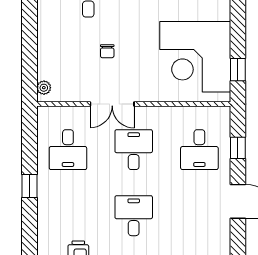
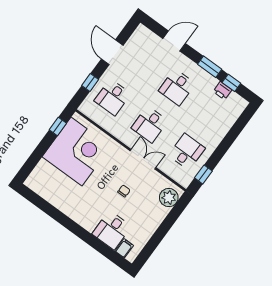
plant: (44, 88) -> (169, 198), width x1.88, depth x1.88
desk: (199, 150) -> (113, 97), turned 180
window: (29, 186) -> (203, 174), moved

